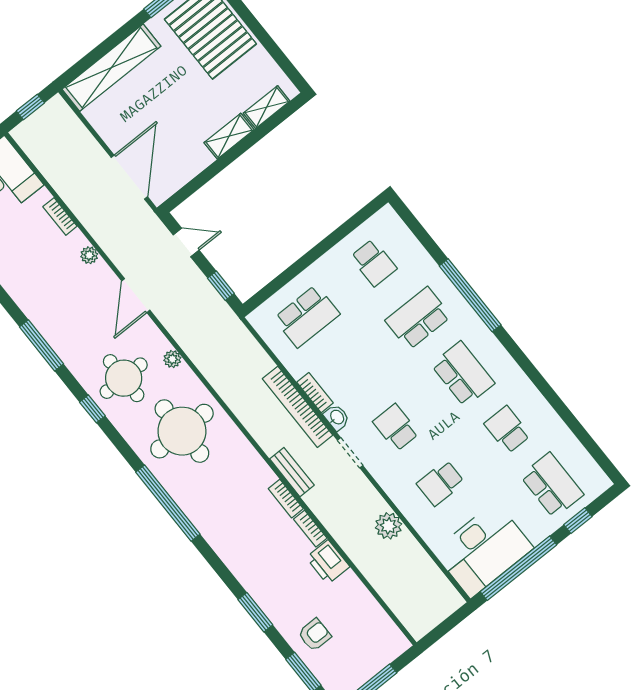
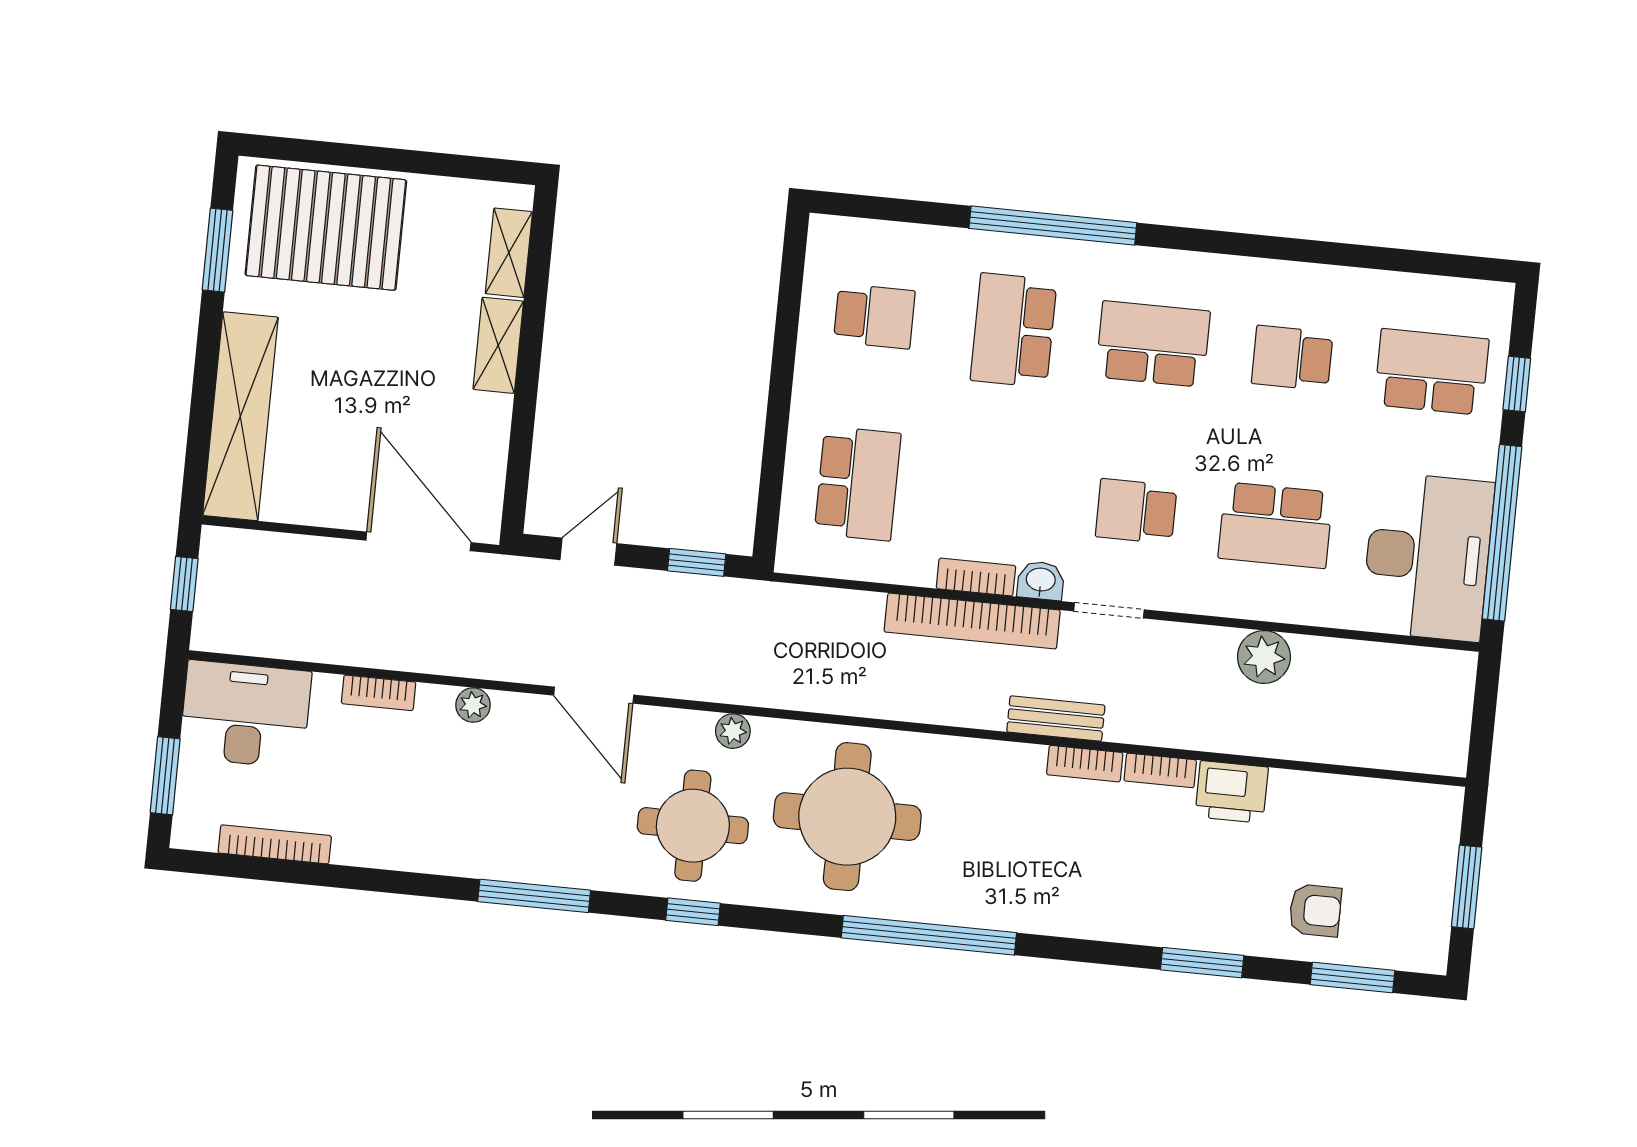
school desk: (441, 483) -> (1276, 525), width x1.85
armchair: (315, 635) -> (1315, 910), turned 90

